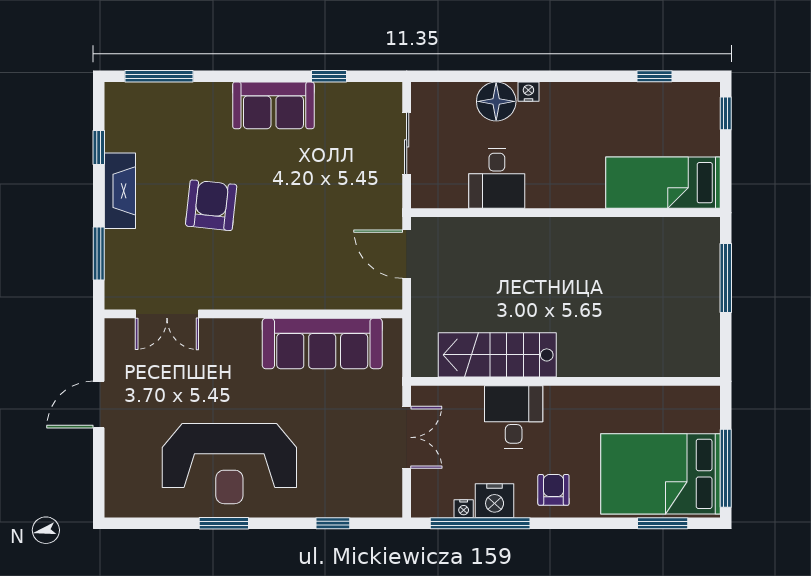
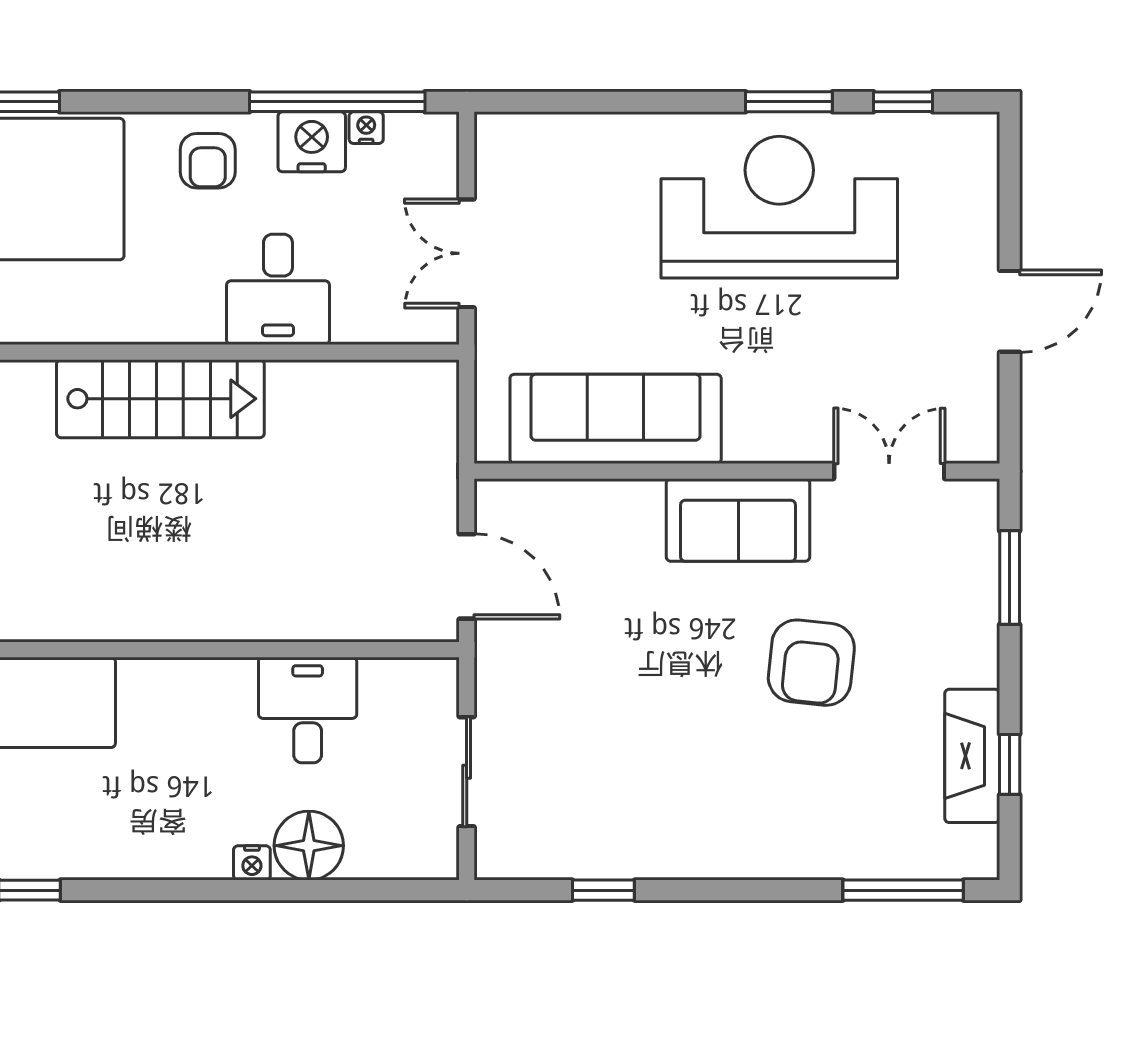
sofa: (273, 105) -> (738, 520), moved, turned 180
fireplace: (120, 191) -> (972, 756), moved
stairs: (497, 355) -> (160, 399), moved
window: (333, 523) -> (903, 102), moved

